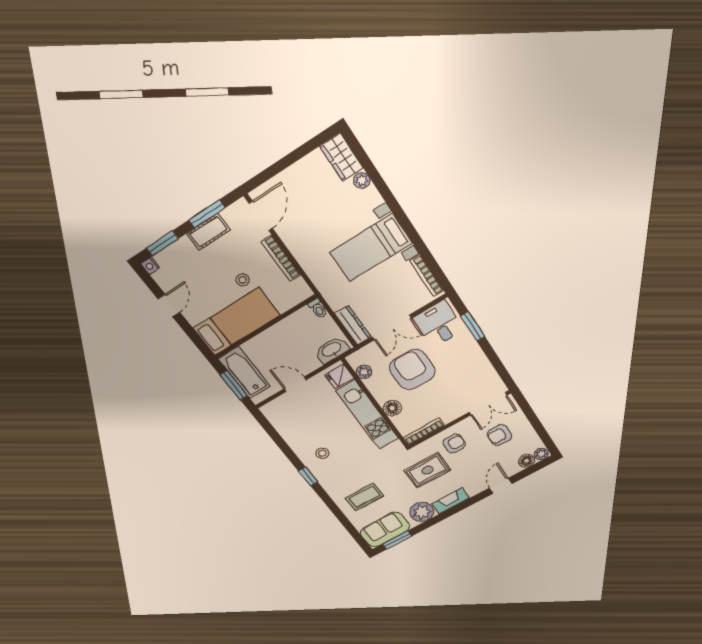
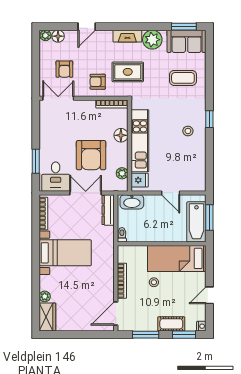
cot: (208, 232) -> (171, 324), moved
armchair: (499, 435) -> (64, 69), turned 90

